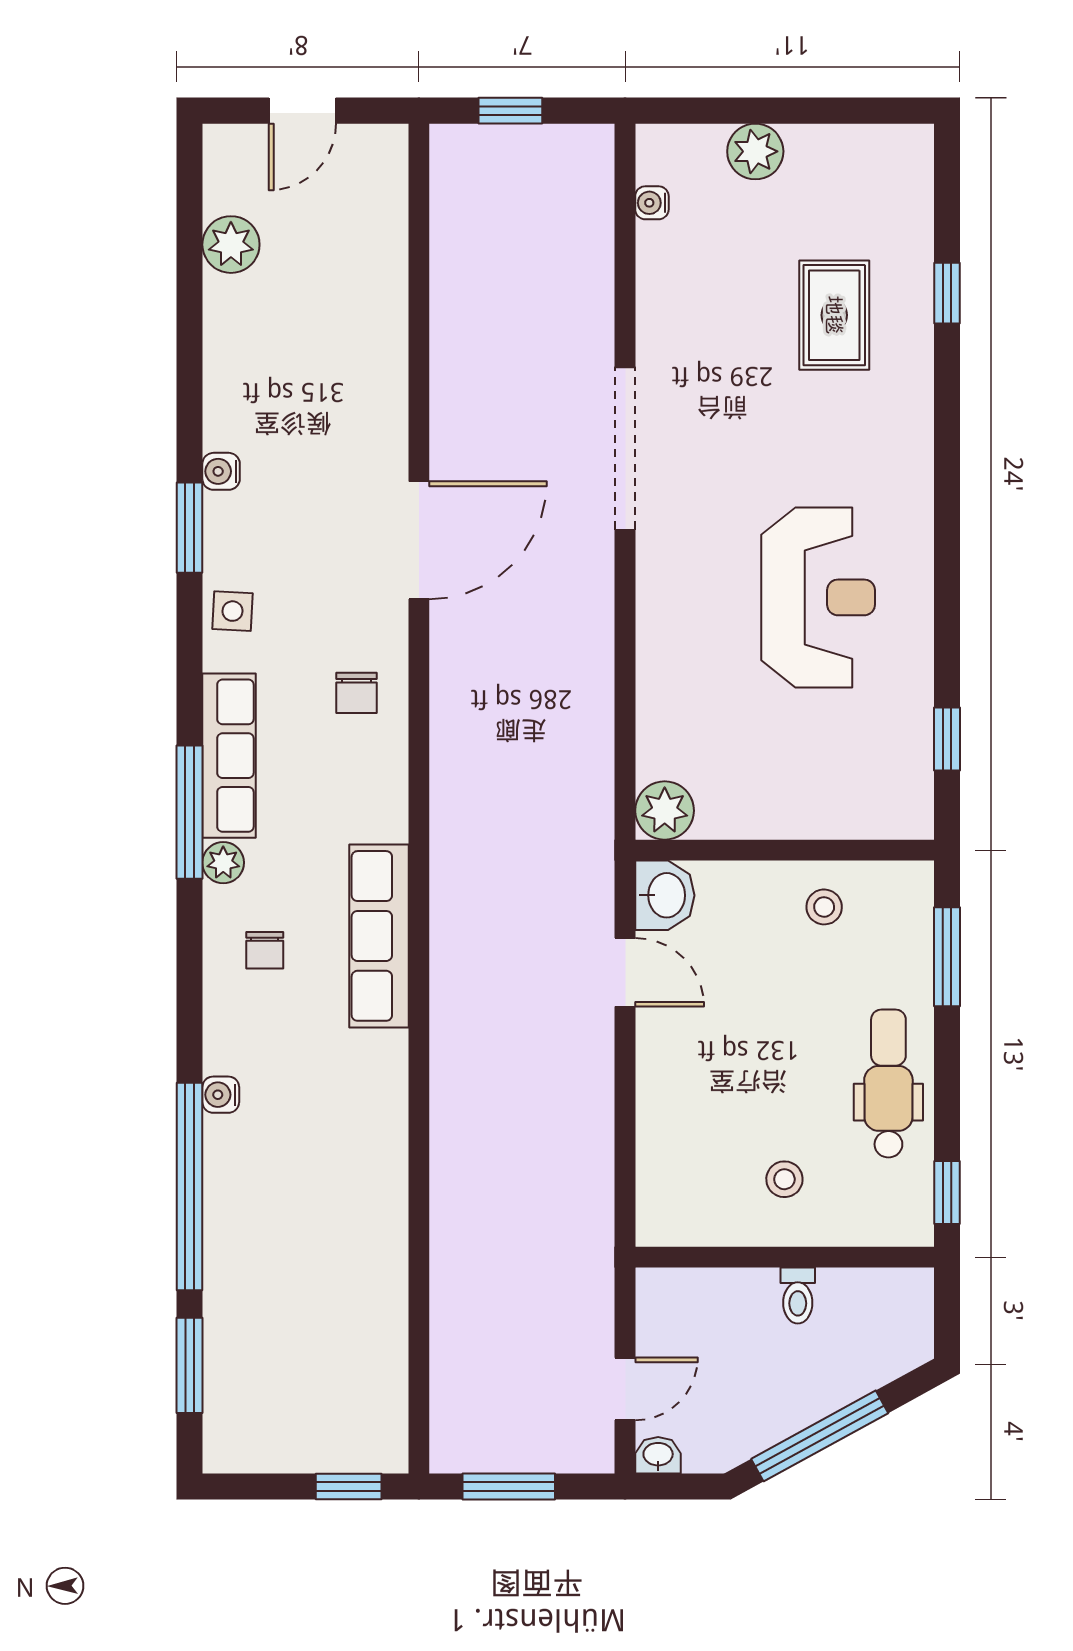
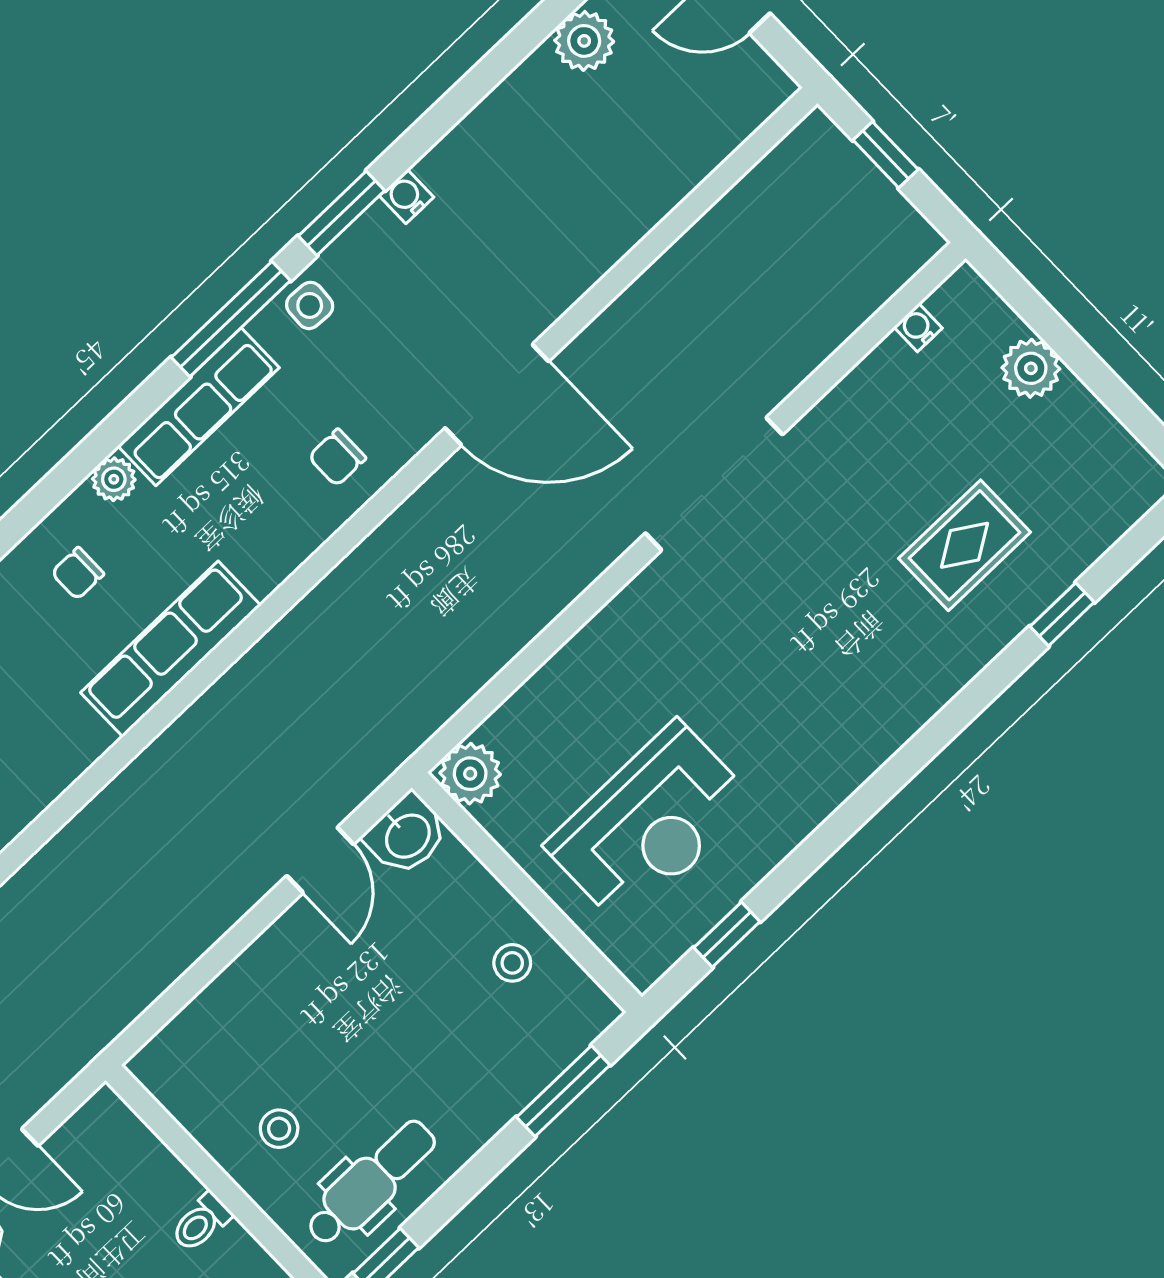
reception desk: (818, 597) -> (650, 824), moved
window: (190, 812) -> (231, 319), moved
dental chair: (888, 1084) -> (371, 1183), moved

